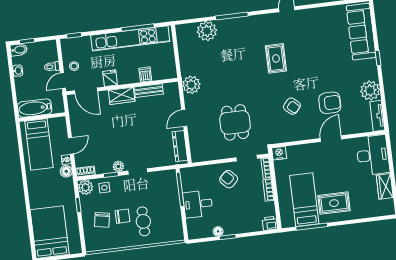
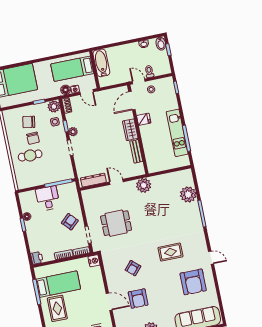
armchair: (315, 34) -> (193, 282), added
kitchen unit: (130, 38) -> (177, 133), width x0.73
dishwasher: (145, 74) -> (149, 147), removed
bathtub: (35, 108) -> (101, 63), moved
wall: (42, 117) -> (95, 70), moved
bed: (39, 144) -> (72, 69), moved

